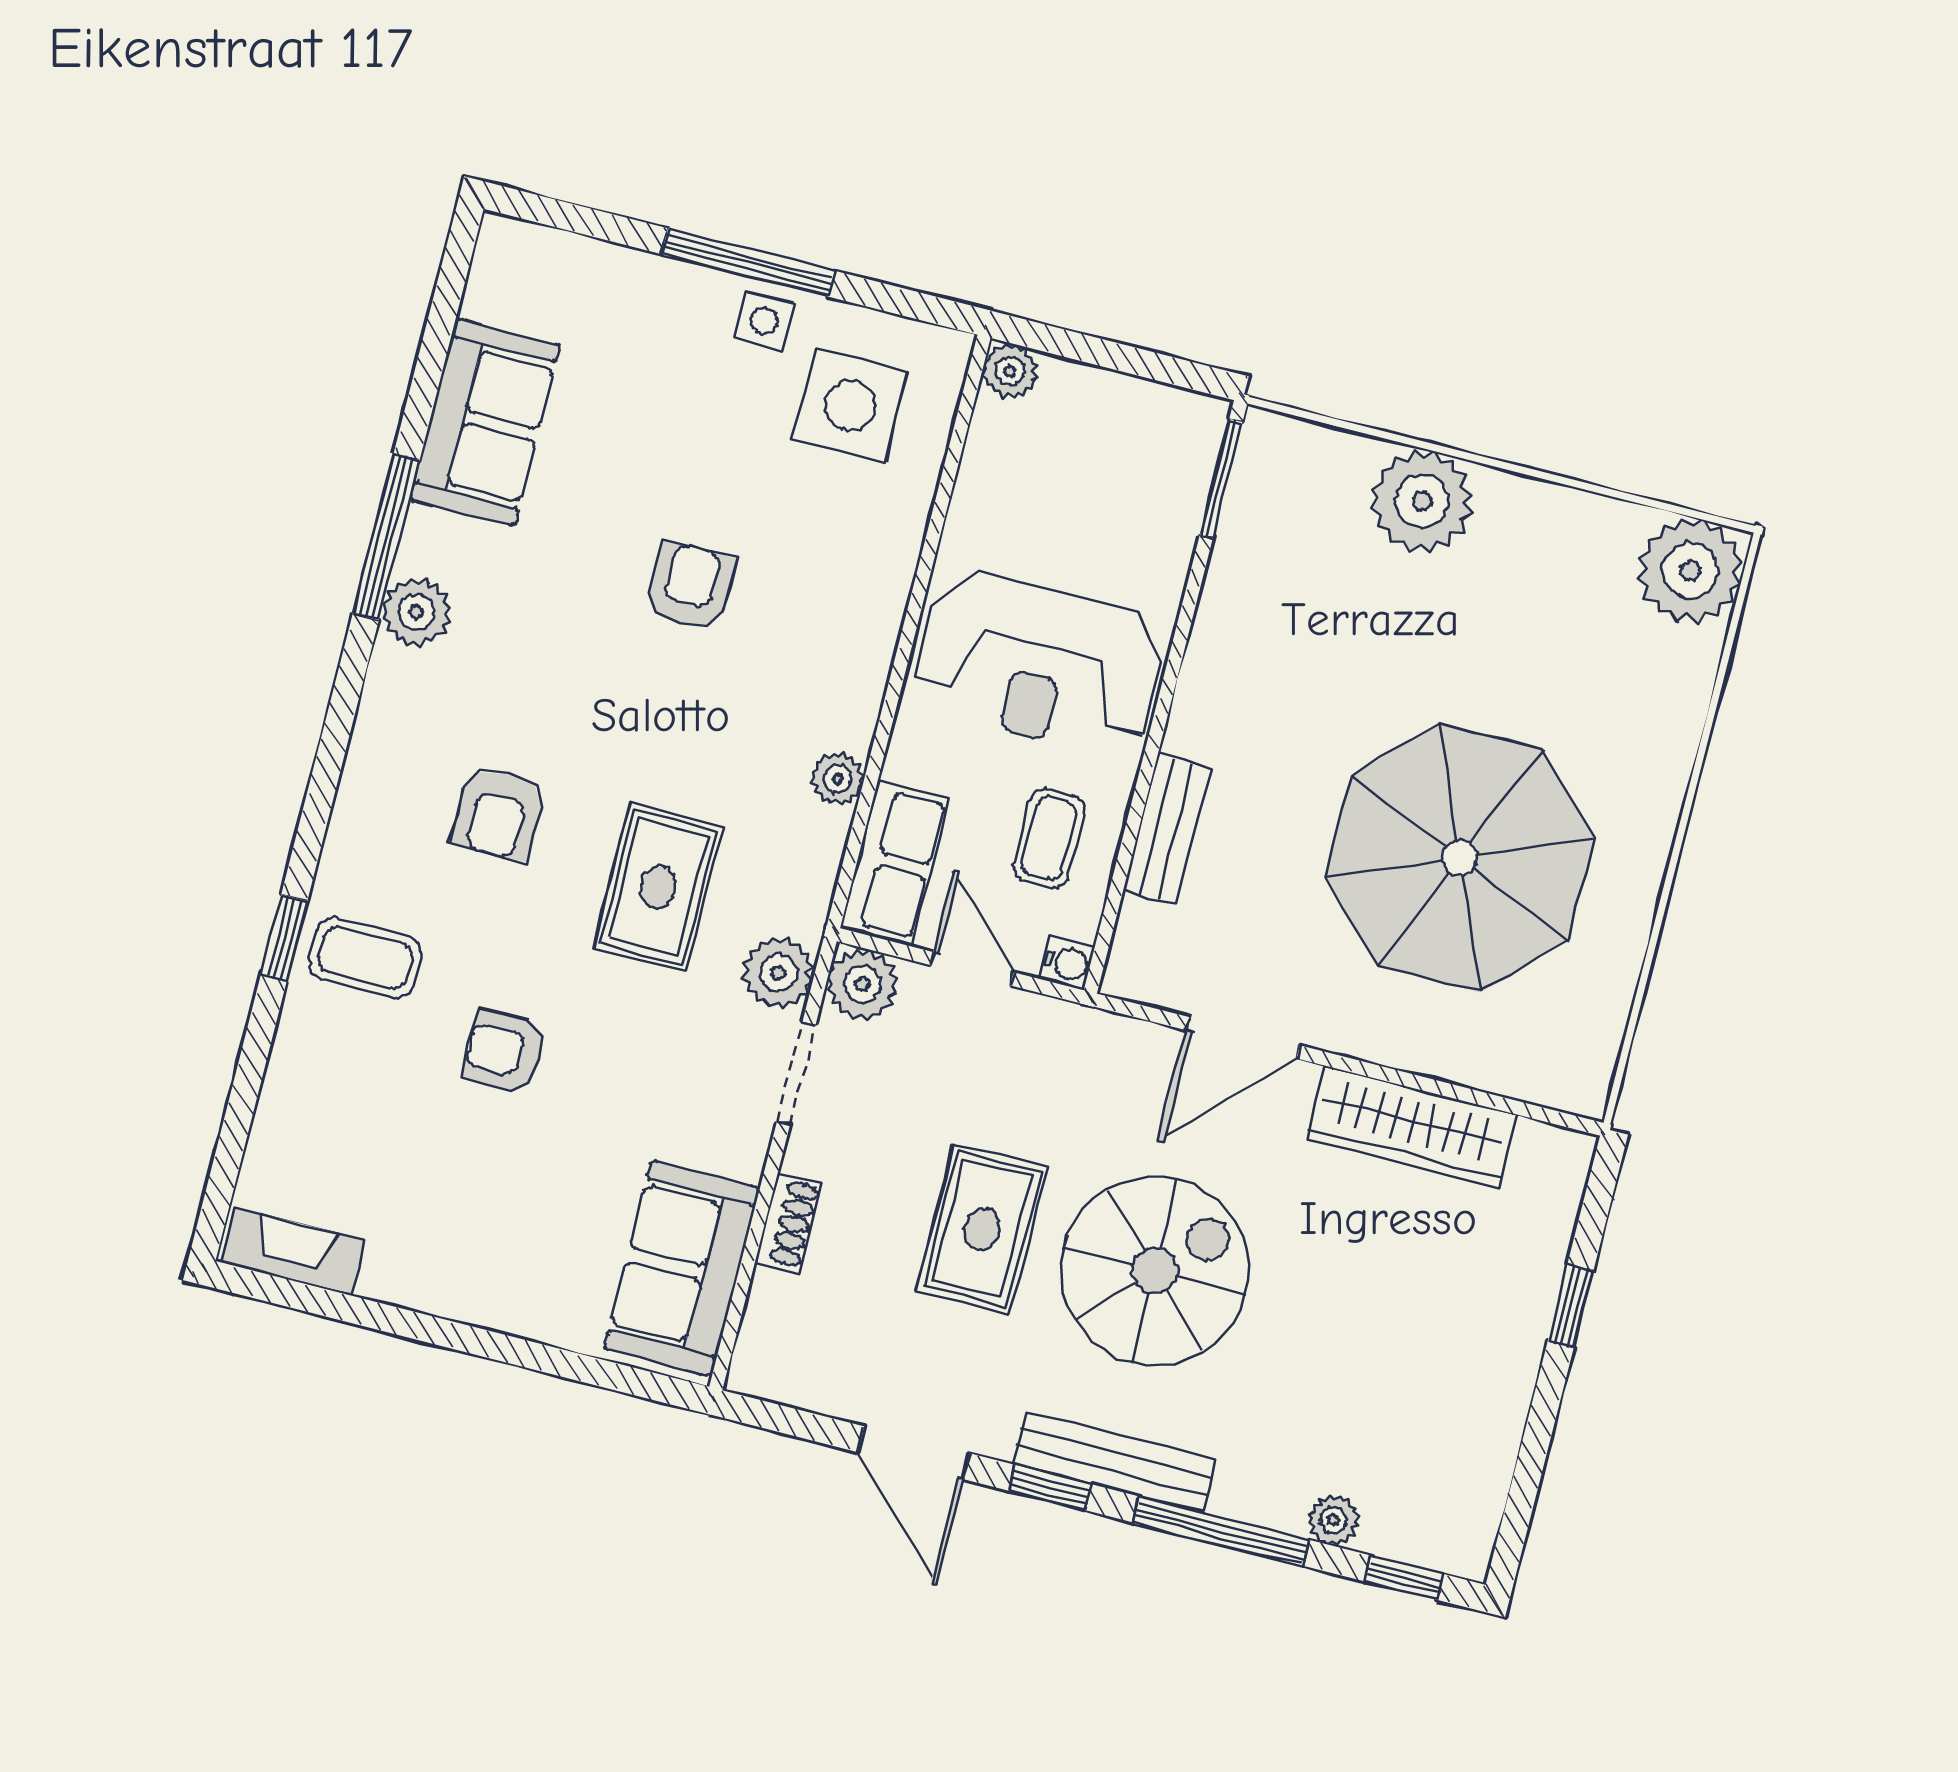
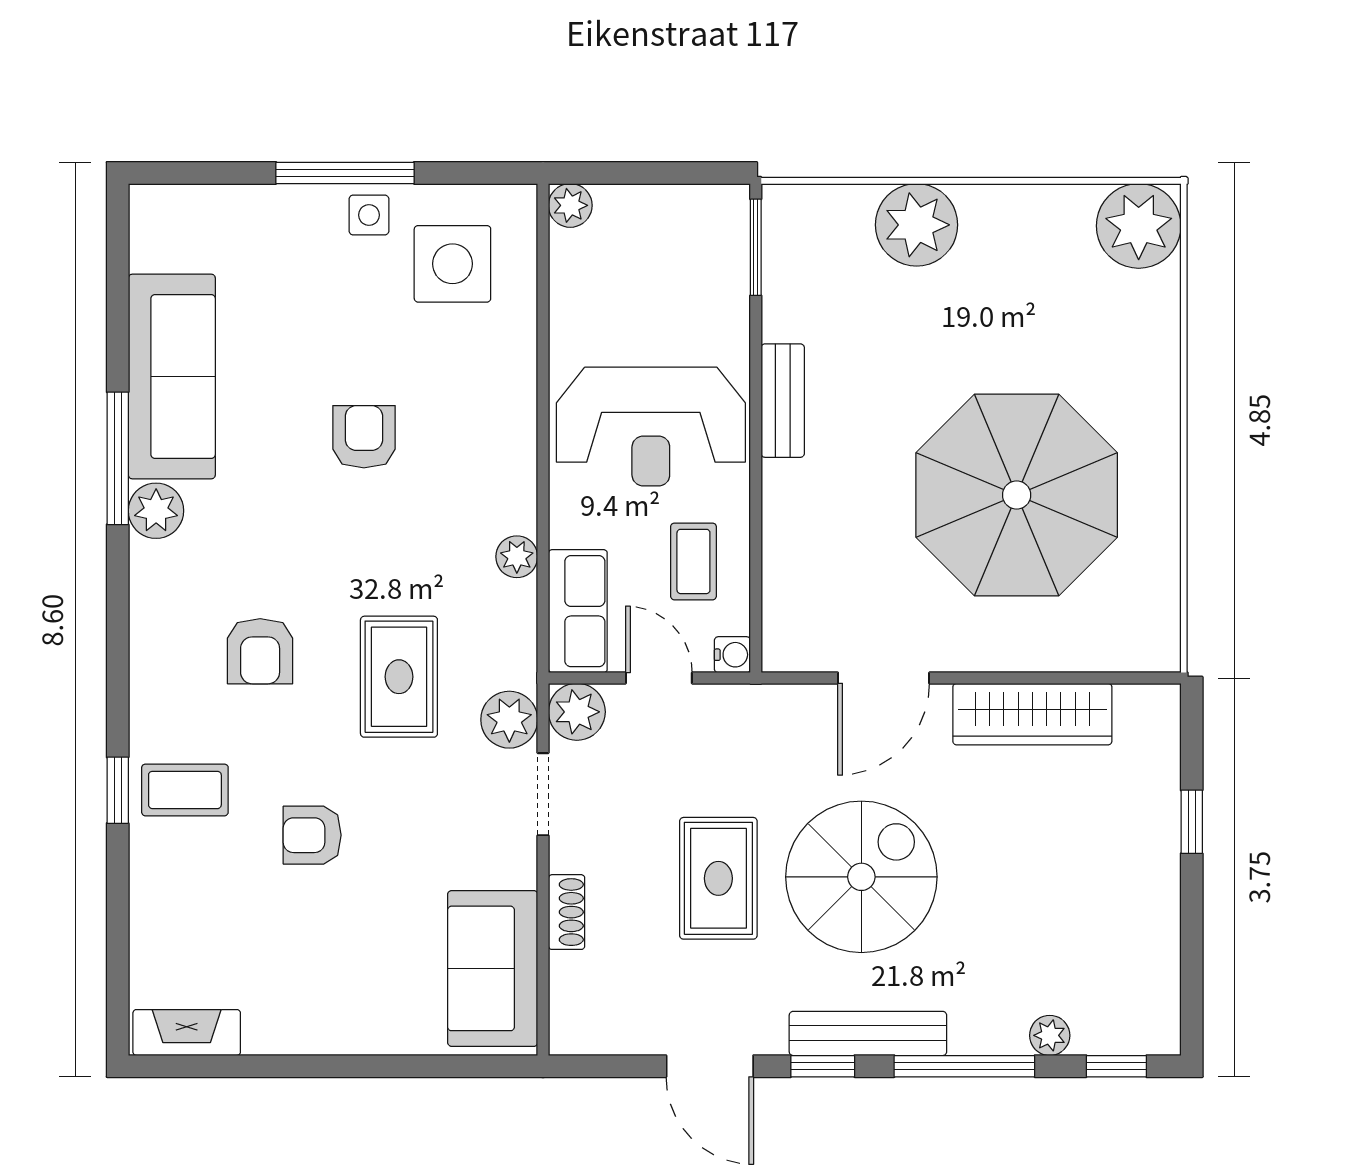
sofa: (485, 422) -> (172, 377), width x1.36
bench: (1166, 830) -> (783, 401), moved

